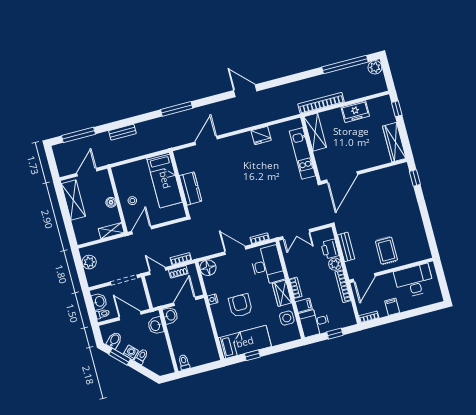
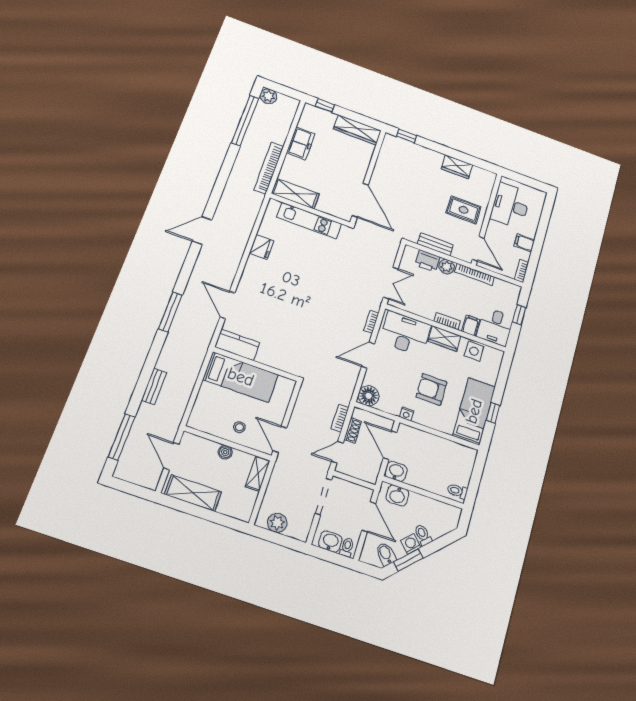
kitchen counter: (191, 188) -> (237, 345), moved
wardrobe: (417, 227) -> (457, 167), added
door: (130, 316) -> (369, 517), swing flipped

